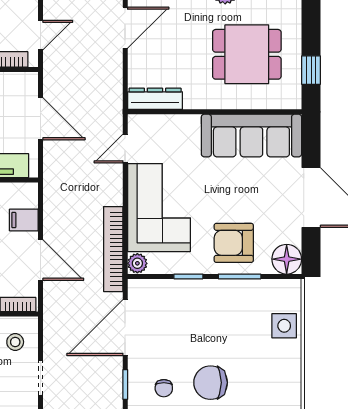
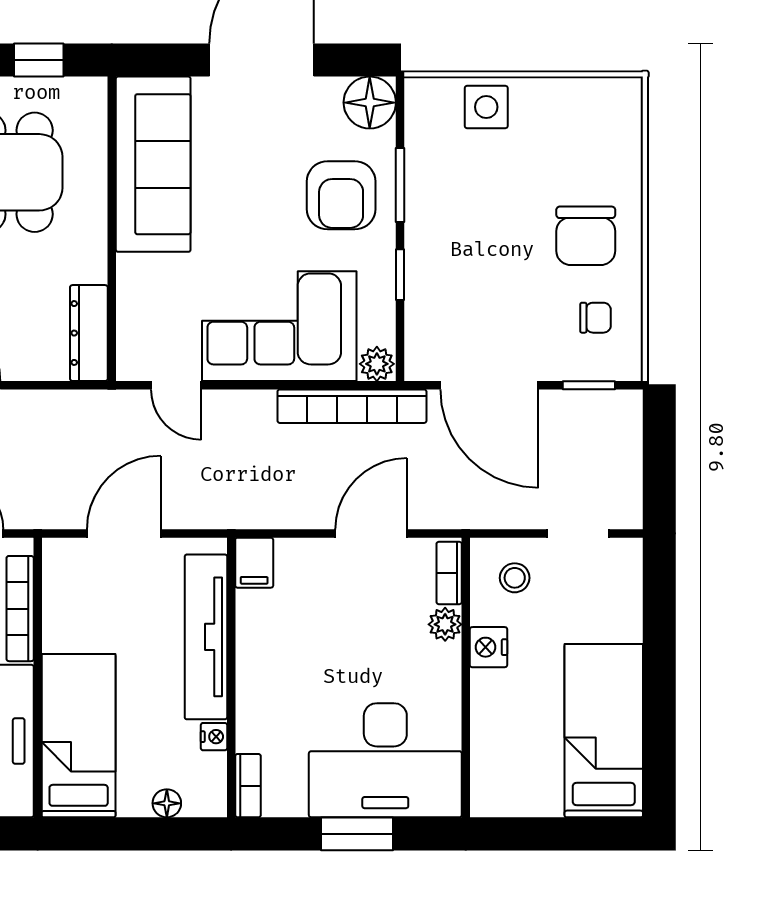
filing cabinet: (24, 220) -> (254, 563), moved

